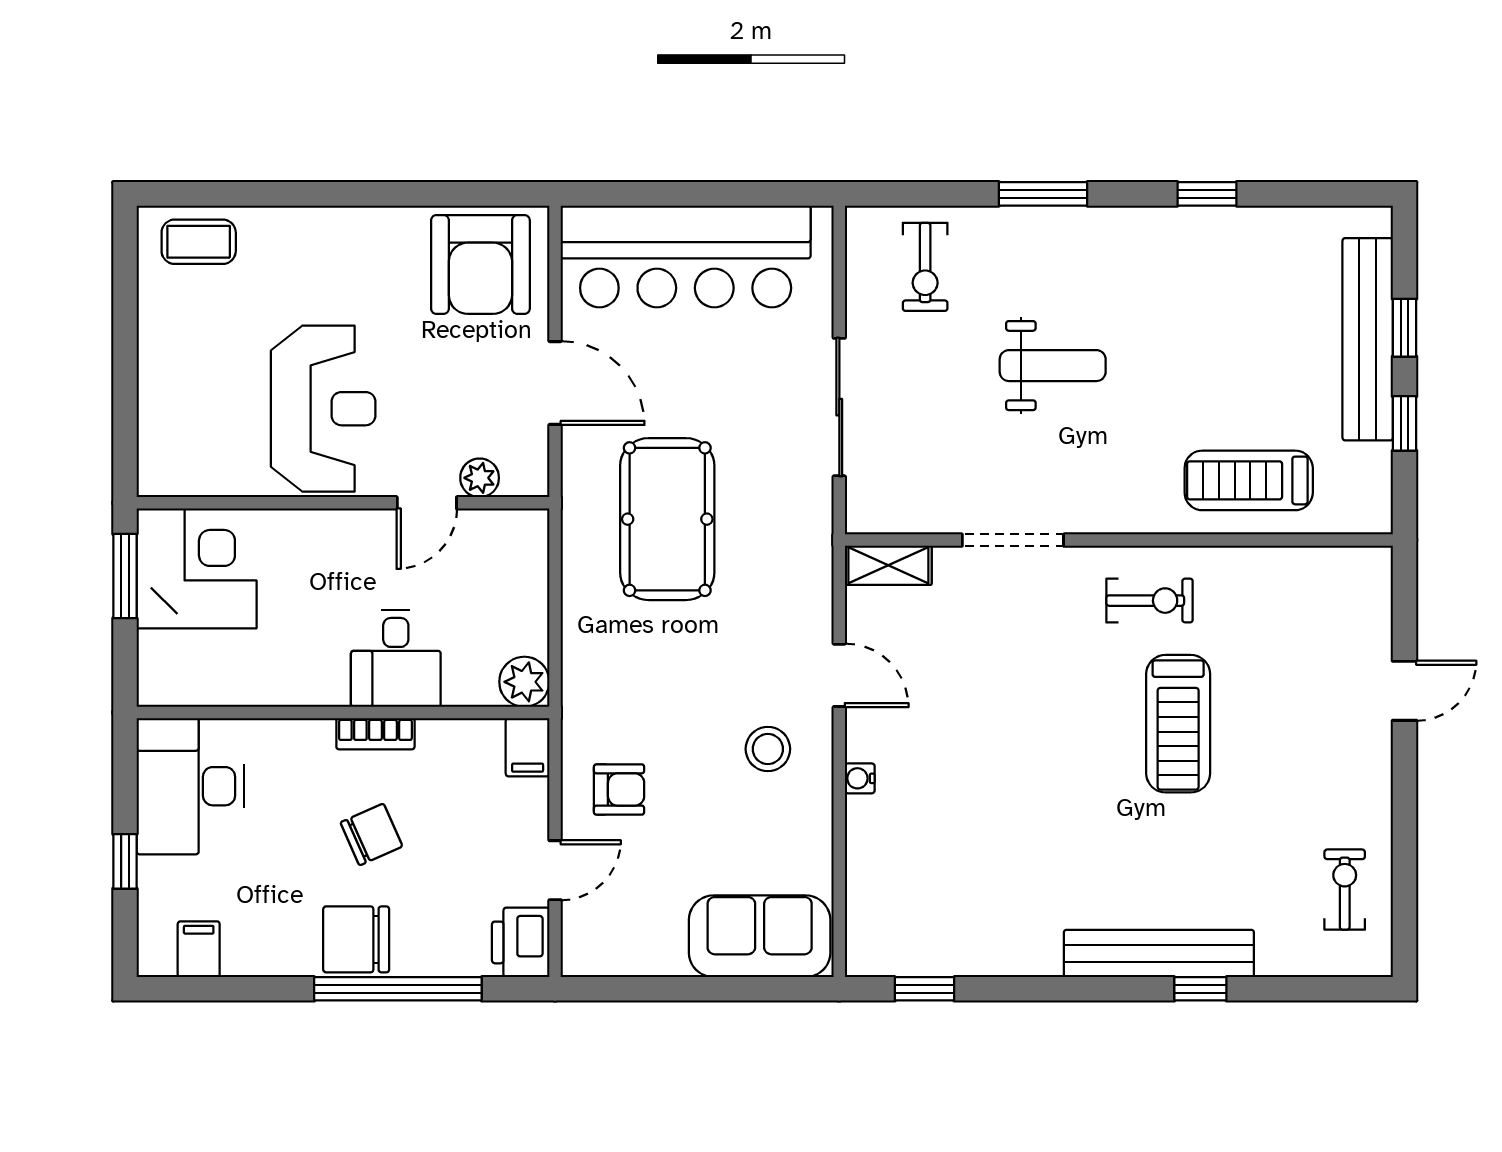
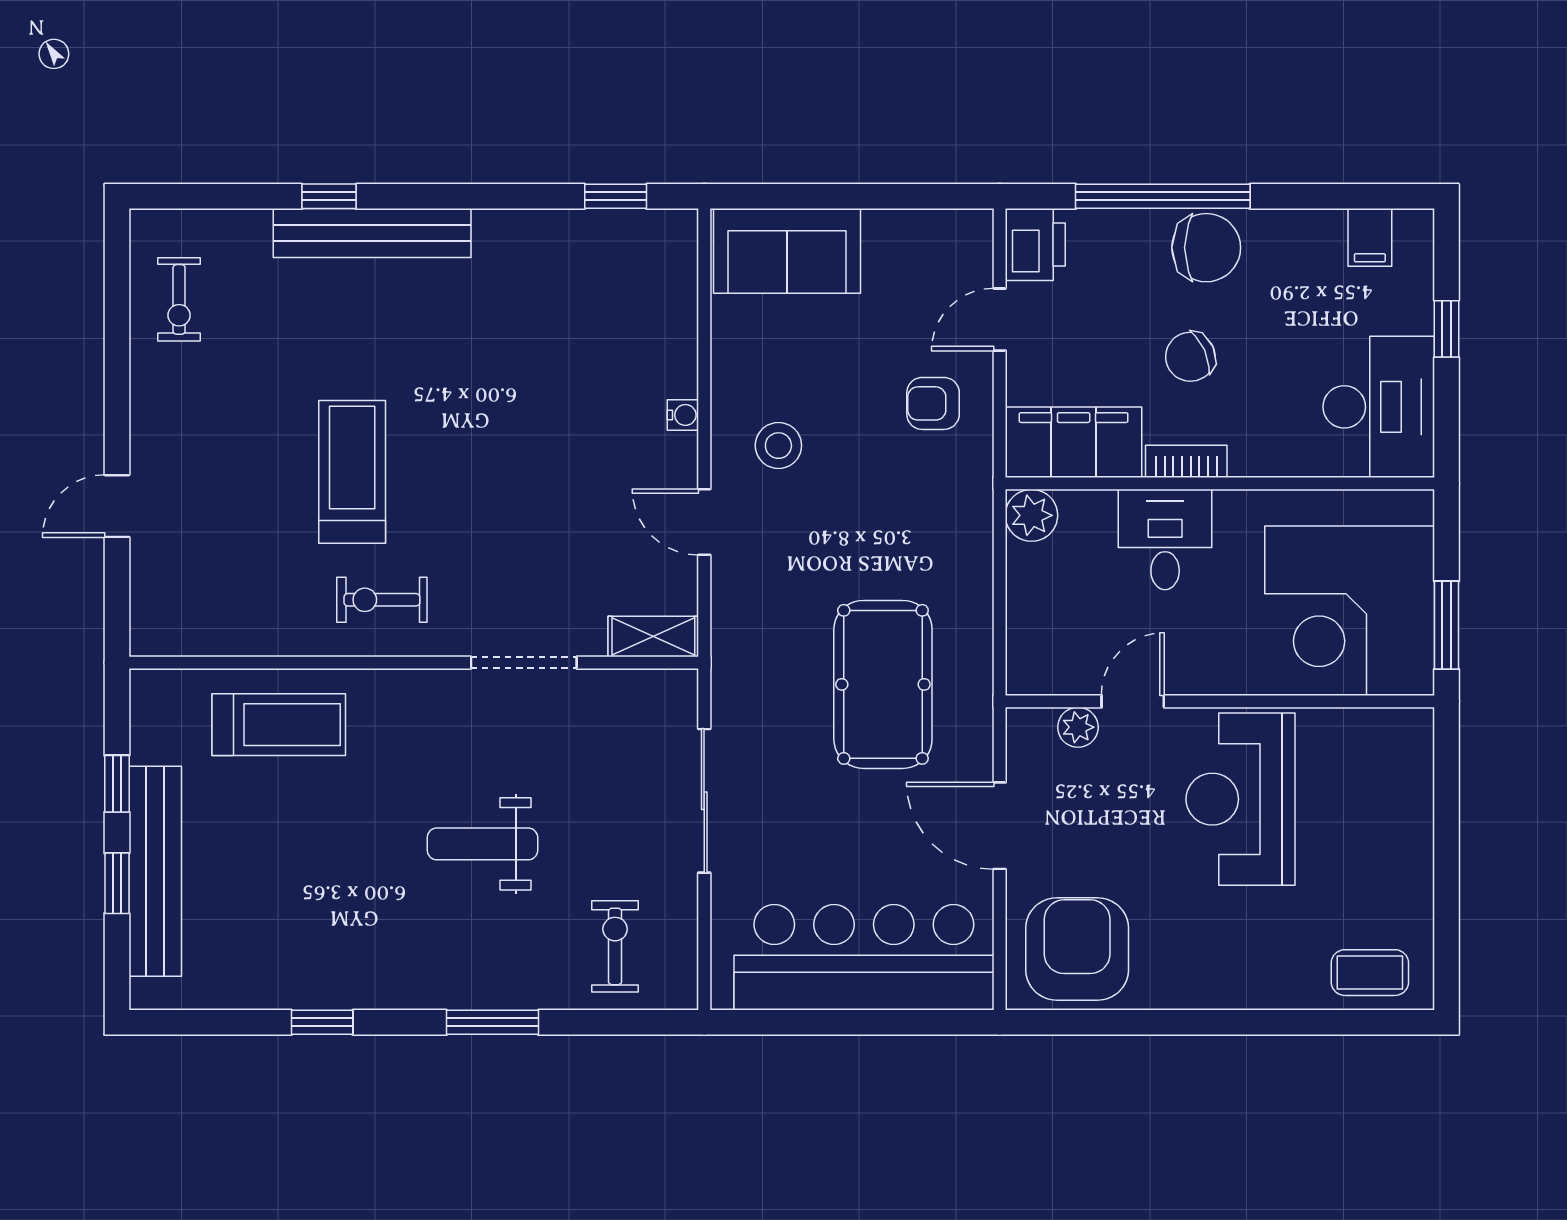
corner desk: (197, 568) -> (1350, 611), width x1.36, depth x1.36
filing cabinet: (528, 747) -> (1074, 442), width x3.00, depth x1.17

